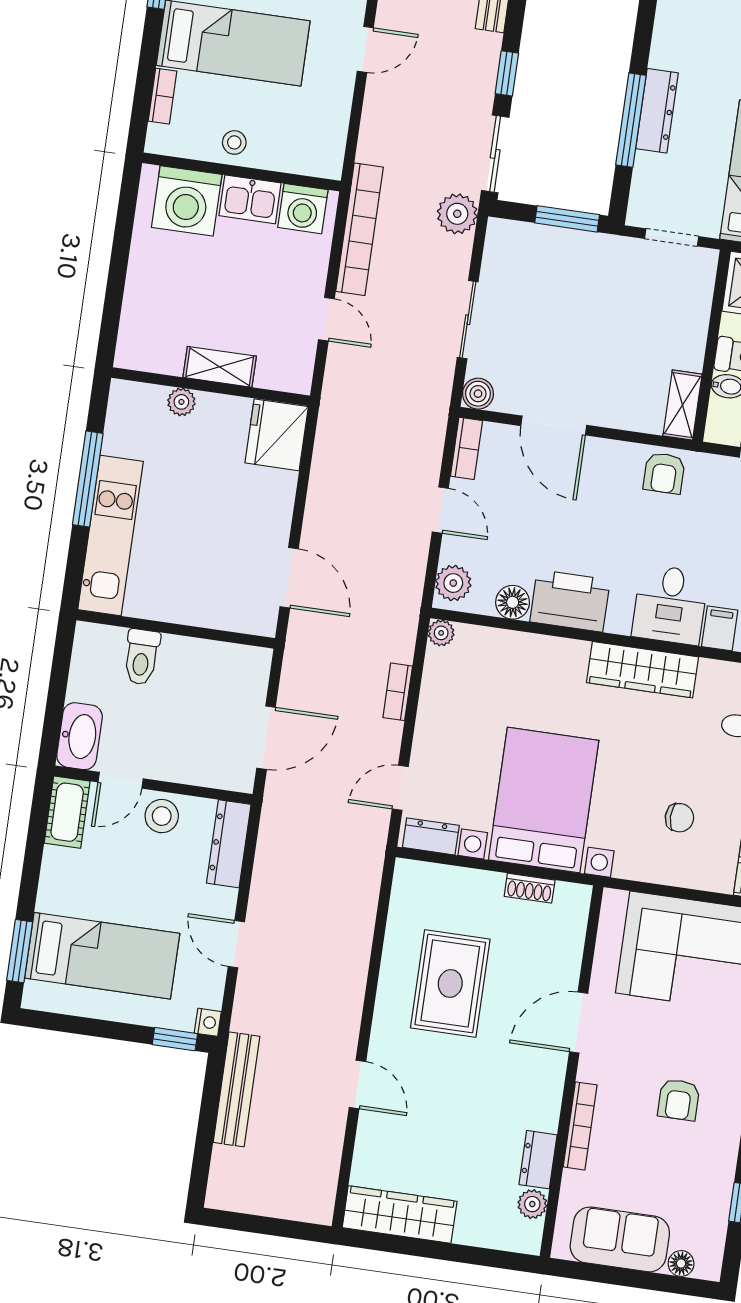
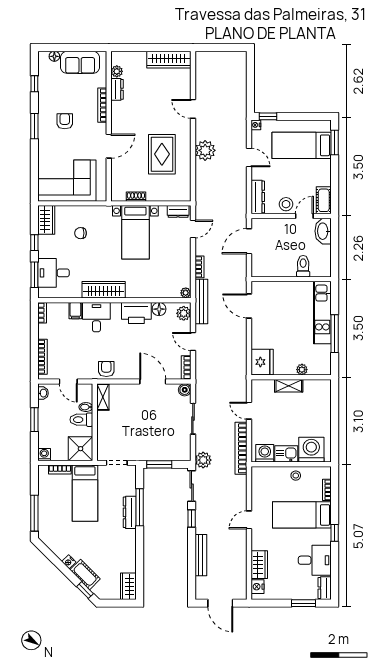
bed with nightstands: (544, 800) -> (135, 232), width x0.73
plant: (342, 977) -> (205, 150), added
bench: (236, 1089) -> (201, 302), moved

